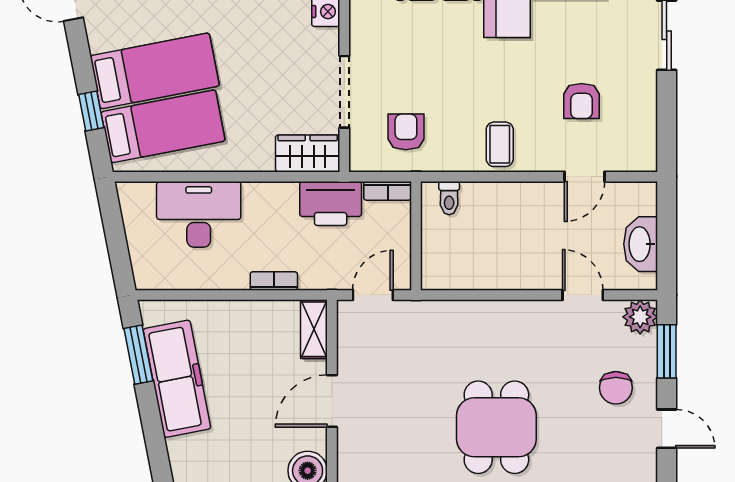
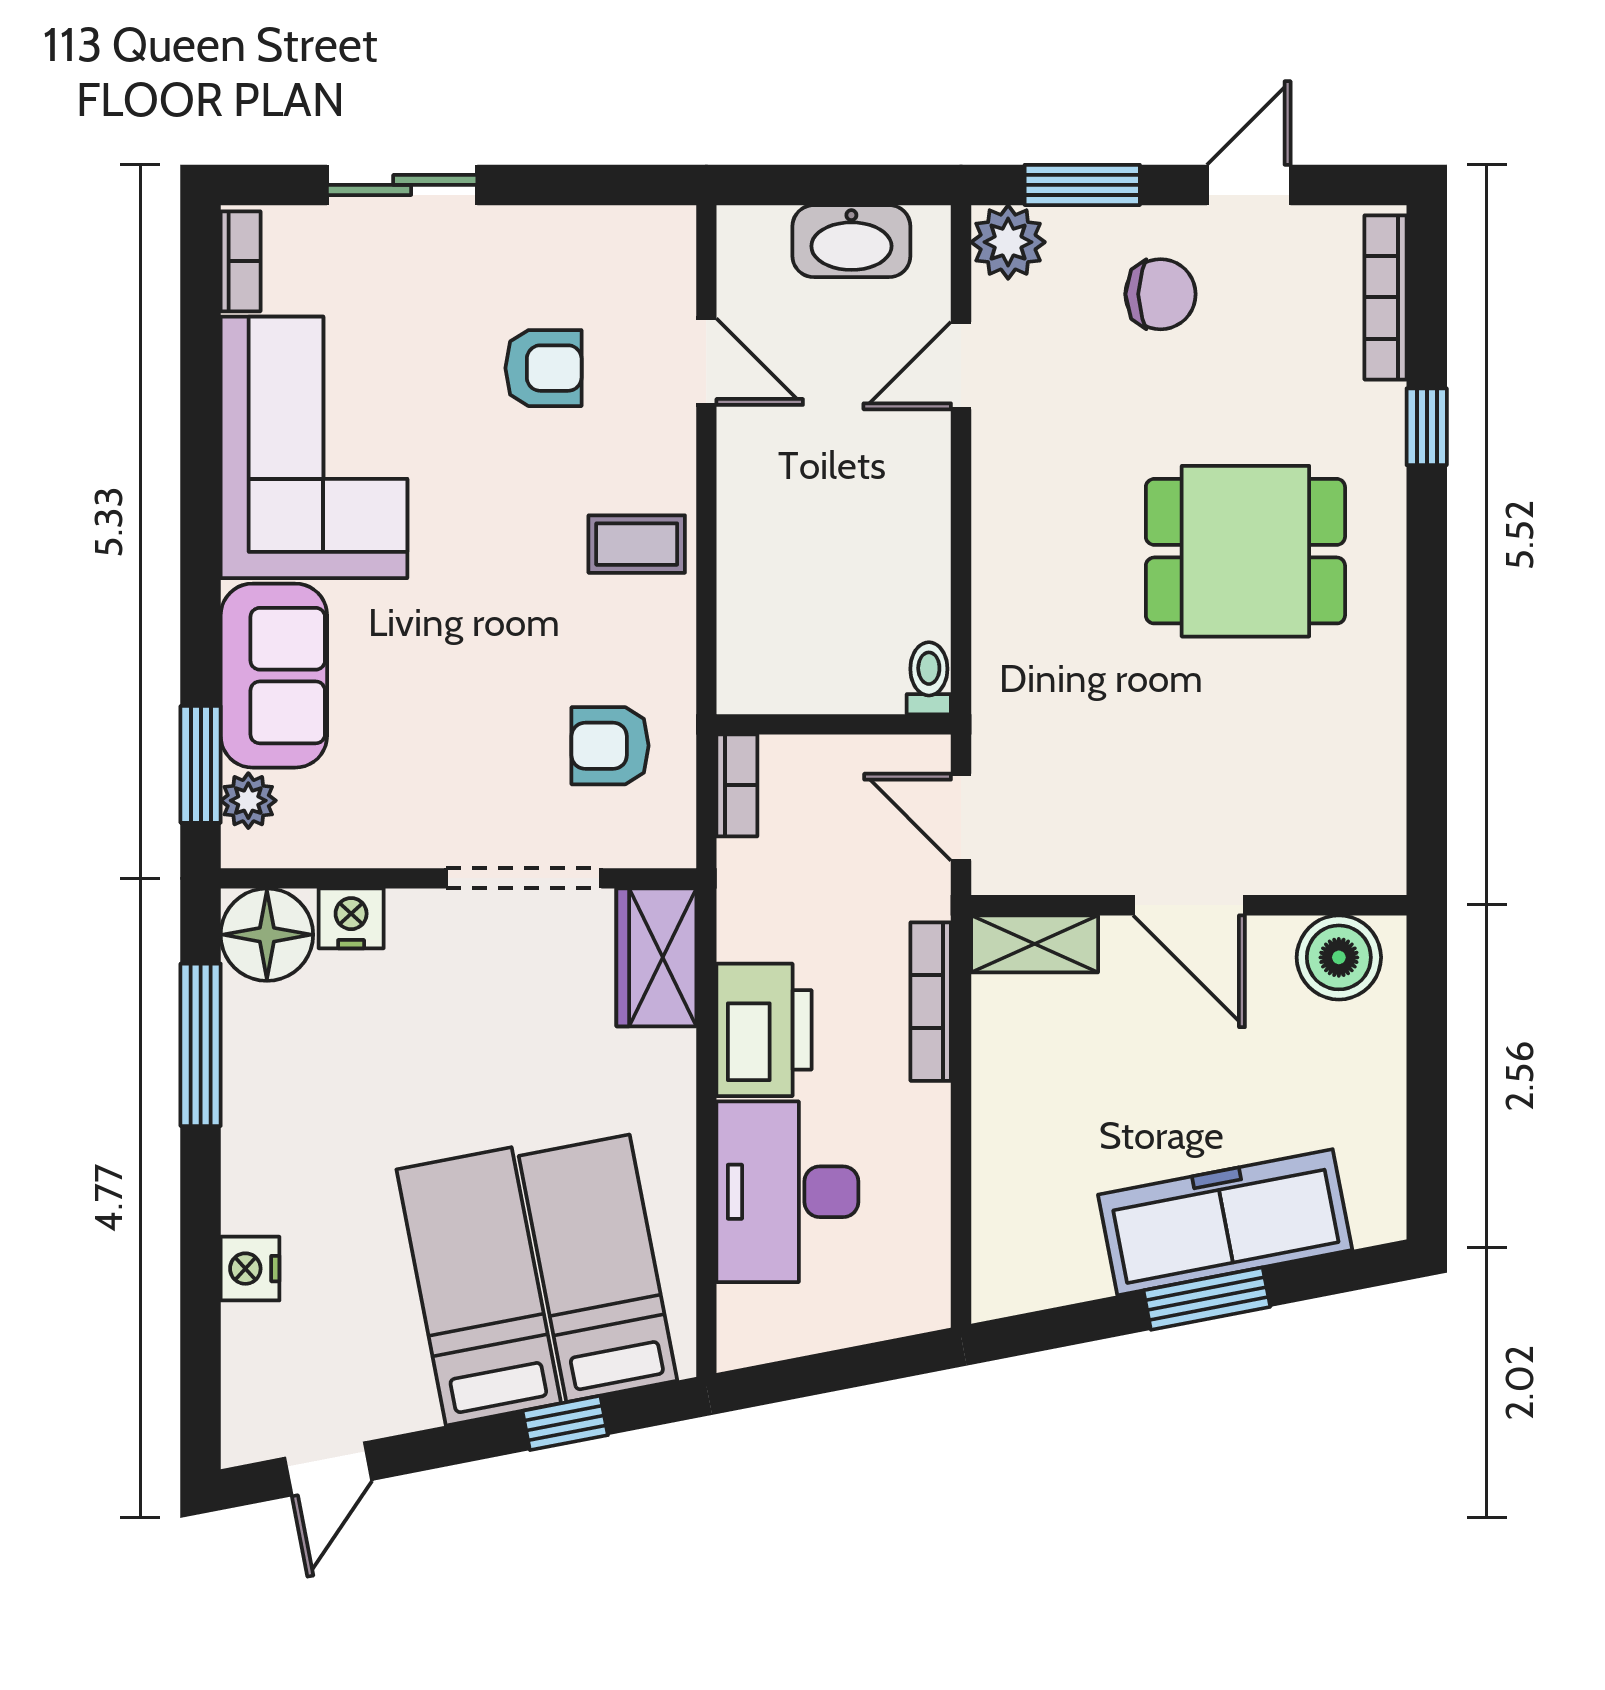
toilet: (449, 198) -> (929, 678), moved, turned -90
printer: (331, 203) -> (764, 1030), moved
bookcase: (274, 281) -> (931, 1002), width x1.56
window: (138, 355) -> (1207, 1299), moved
freezer: (177, 379) -> (1225, 1222), moved

